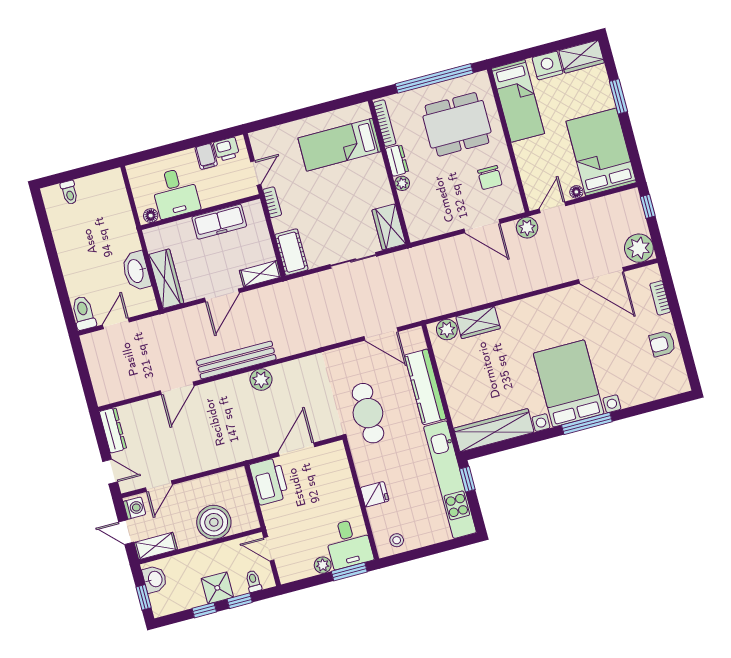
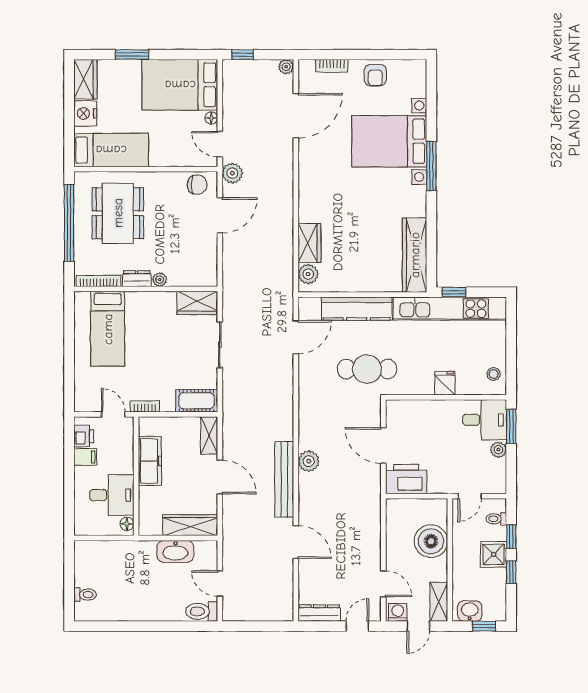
chair: (490, 178) -> (197, 185), moved
plant: (639, 248) -> (286, 67), width x0.53, depth x0.53
bed with nightstands: (569, 383) -> (389, 141), moved

